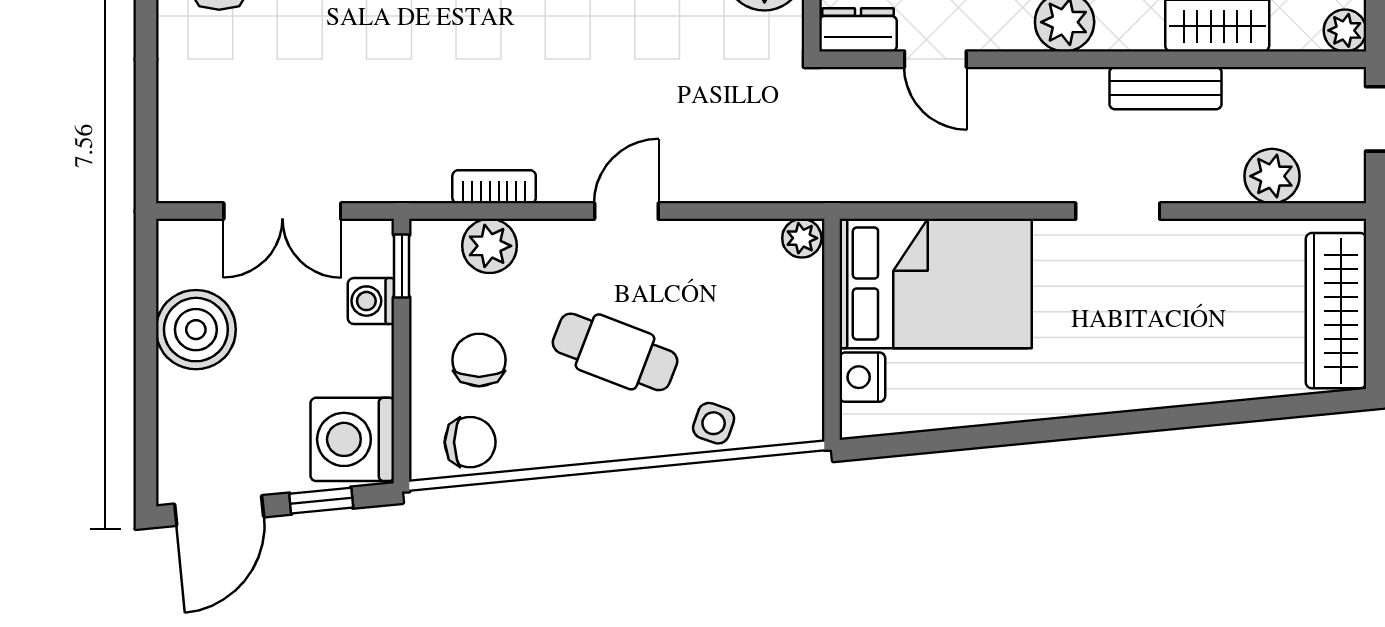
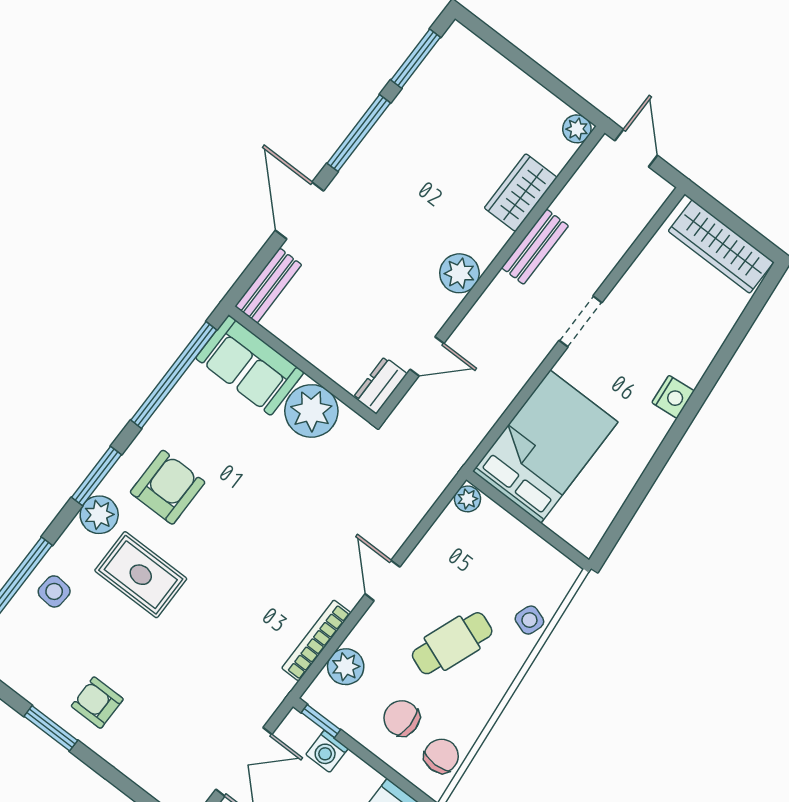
plant: (1272, 176) -> (624, 226), removed
bookcase: (494, 187) -> (316, 640), width x1.56
nightstand: (862, 377) -> (673, 397), moved, turned -96

